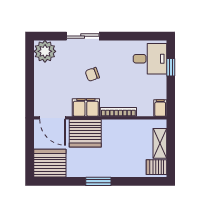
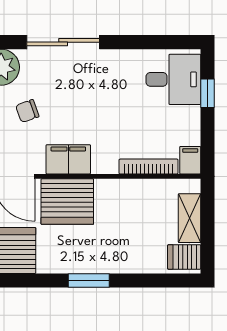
sliding door: (83, 36) -> (63, 42), width x1.37
chair: (92, 74) -> (27, 111), moved
bookcase: (118, 112) -> (149, 167), moved

